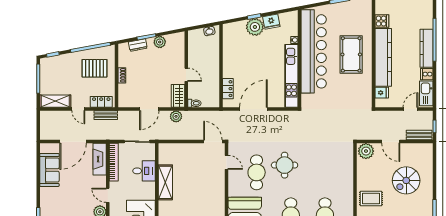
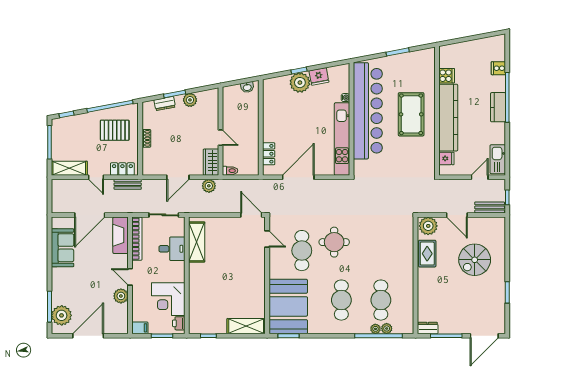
kitchen counter: (426, 48) -> (498, 107), width x0.67
cooker: (427, 74) -> (498, 68), moved
shelving: (165, 182) -> (197, 242), moved
rug: (371, 198) -> (427, 254), moved, turned 90

